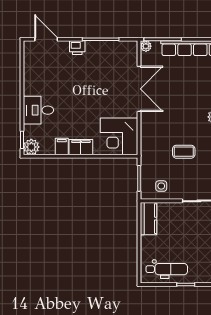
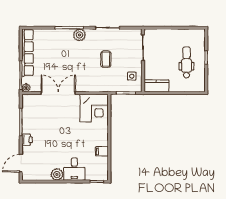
plant: (31, 147) -> (57, 174), moved
filing cabinet: (81, 147) -> (102, 137), removed
dental chair: (167, 269) -> (187, 62), moved

